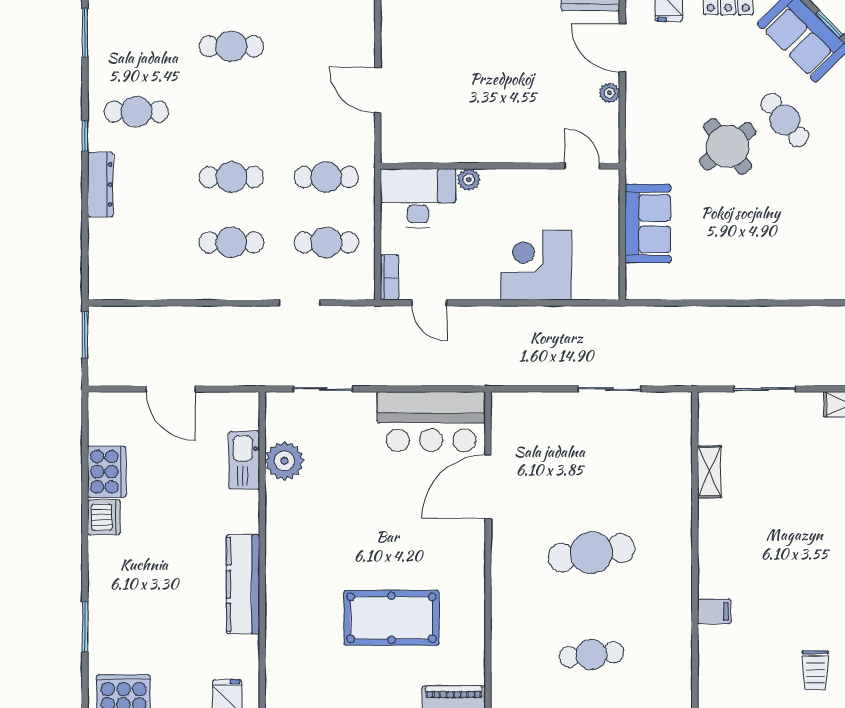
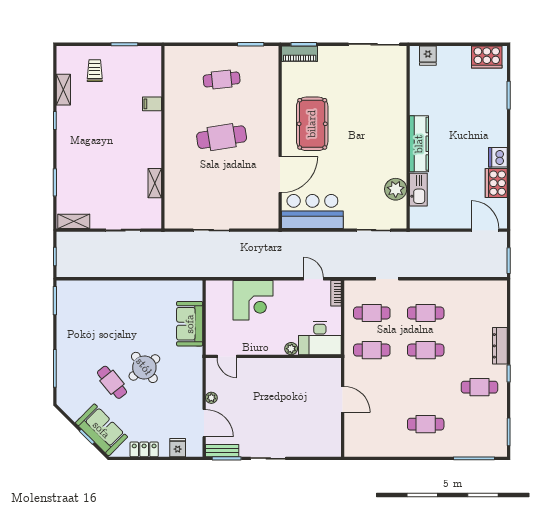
door: (171, 389) -> (485, 230), moved
kitchen counter: (243, 584) -> (419, 144), moved
pool table: (391, 618) -> (312, 124), moved, turned 90

